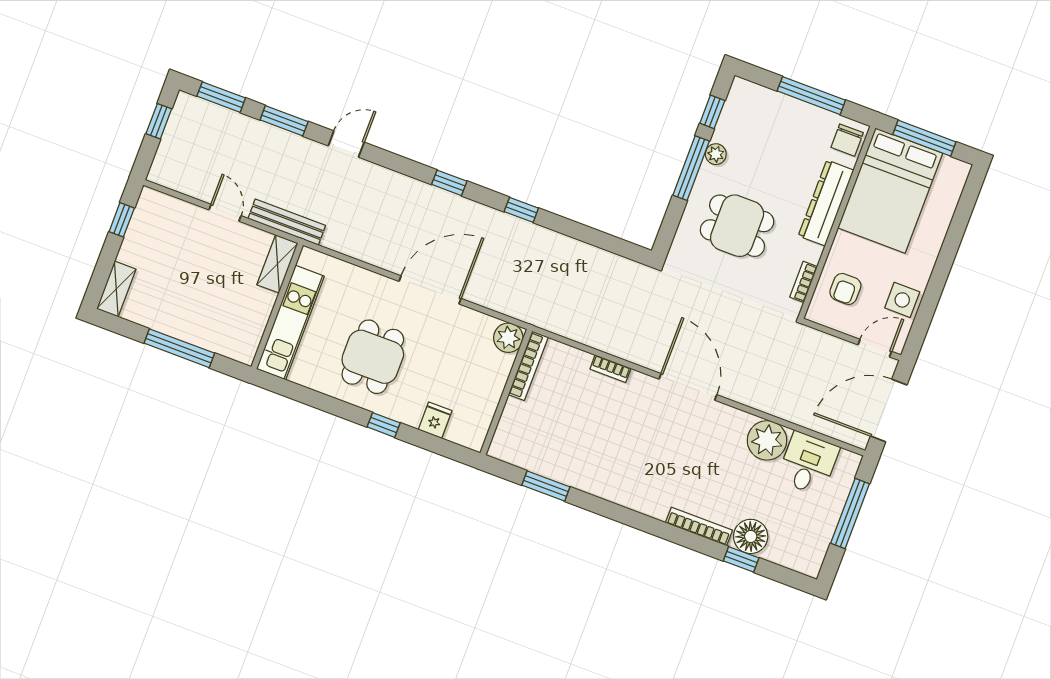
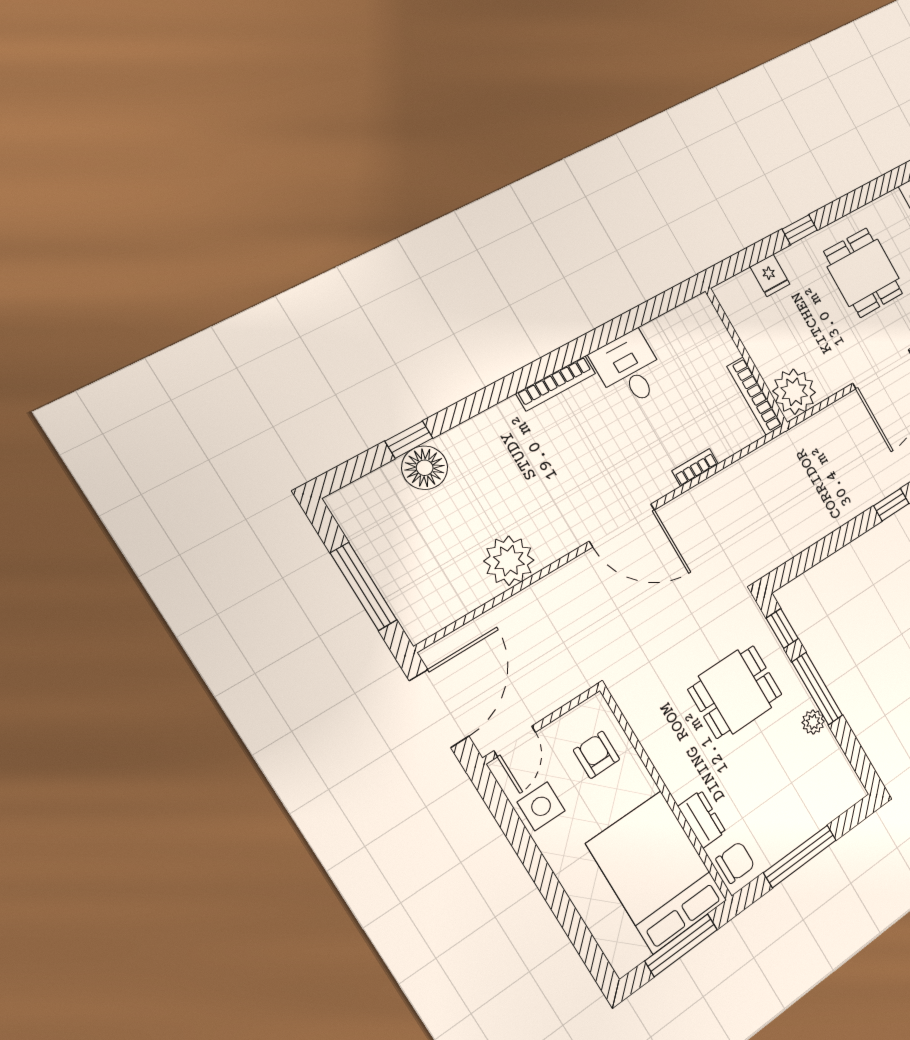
window: (712, 112) -> (782, 628), moved
chair: (847, 140) -> (735, 862), turned 90
dresser: (826, 203) -> (702, 819), width x0.51, depth x0.80
bookcase: (804, 282) -> (635, 717), removed
plant: (508, 338) -> (794, 392), width x1.36, depth x1.36
desk: (808, 463) -> (629, 369), moved, turned 180
window: (546, 486) -> (634, 319), removed
bookcase: (699, 526) -> (556, 383), moved

